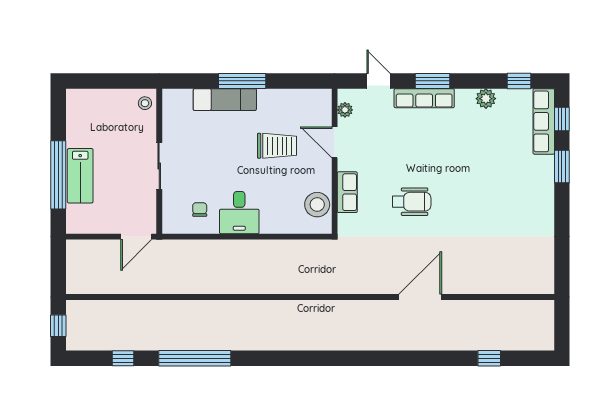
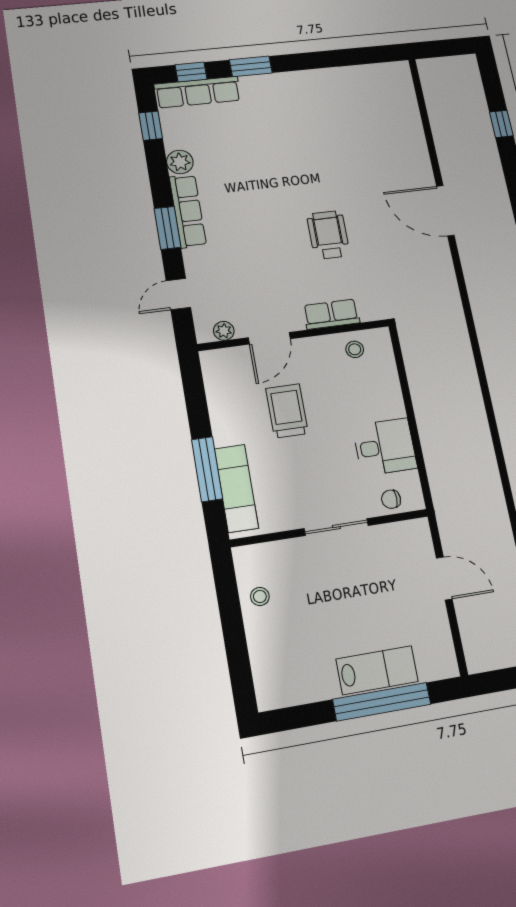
row of seats: (424, 98) -> (188, 211), moved
wall: (159, 161) -> (330, 528), moved
sliding door: (159, 166) -> (336, 527), moved
stool: (317, 205) -> (355, 349), width x0.53, depth x0.53

